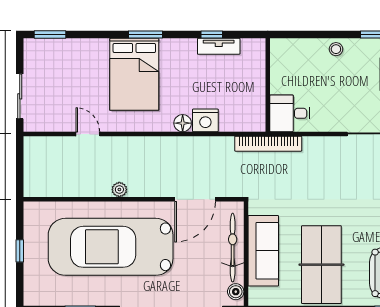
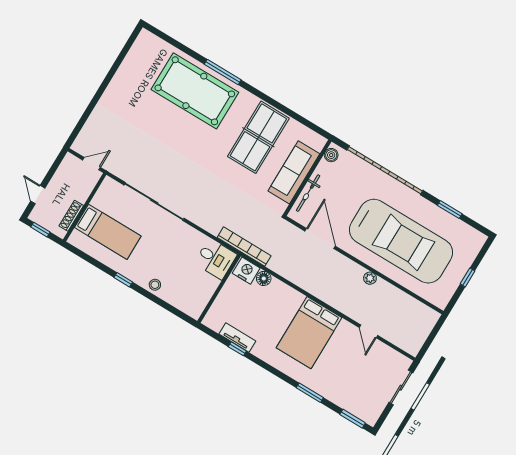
window: (145, 35) -> (310, 393), moved
bed: (134, 74) -> (309, 333), moved, turned 180
nightstand: (205, 120) -> (246, 271), moved
floor lamp: (183, 123) -> (264, 278), moved
door: (195, 199) -> (320, 239), hinge flipped
bicycle: (233, 248) -> (308, 193), width x0.73, depth x0.71

